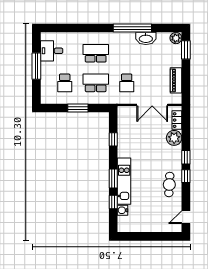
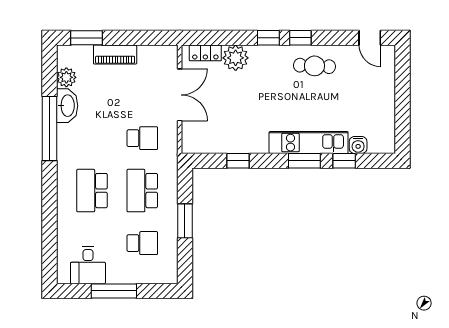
plant: (176, 38) -> (66, 77), moved
piano: (176, 80) -> (115, 55), moved

